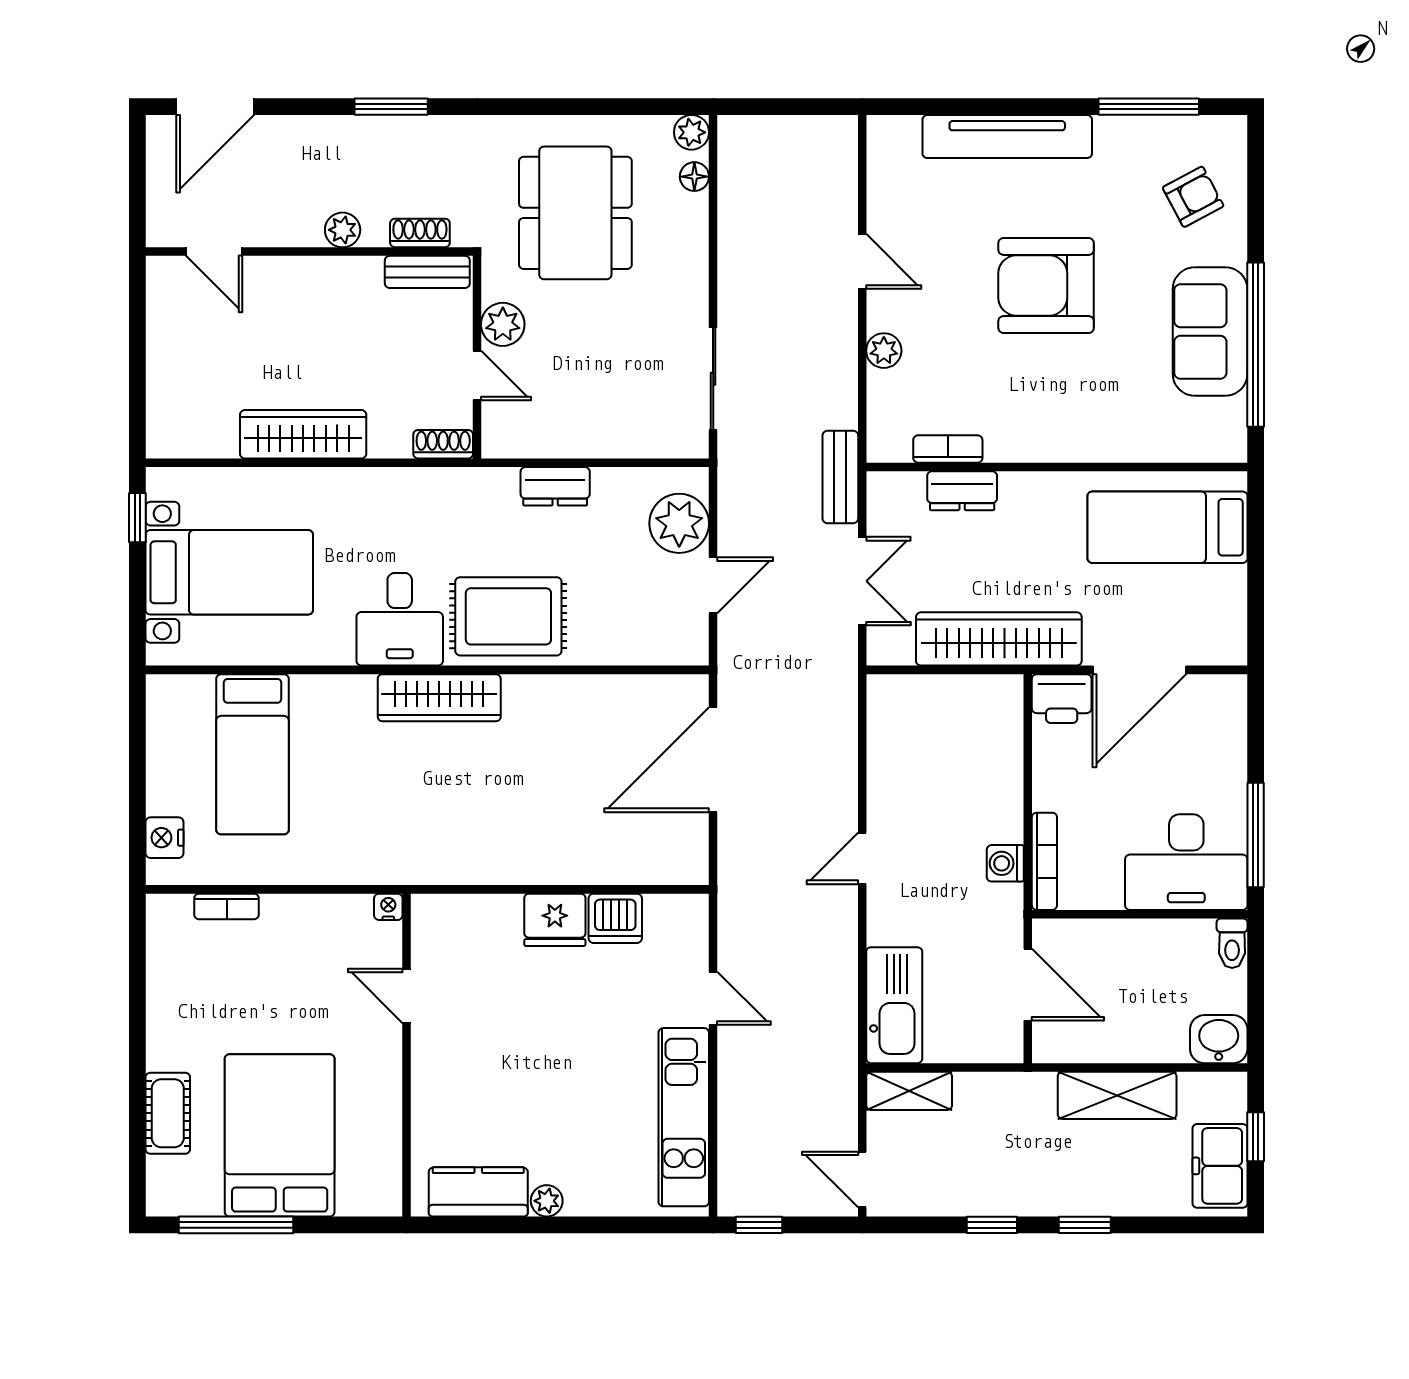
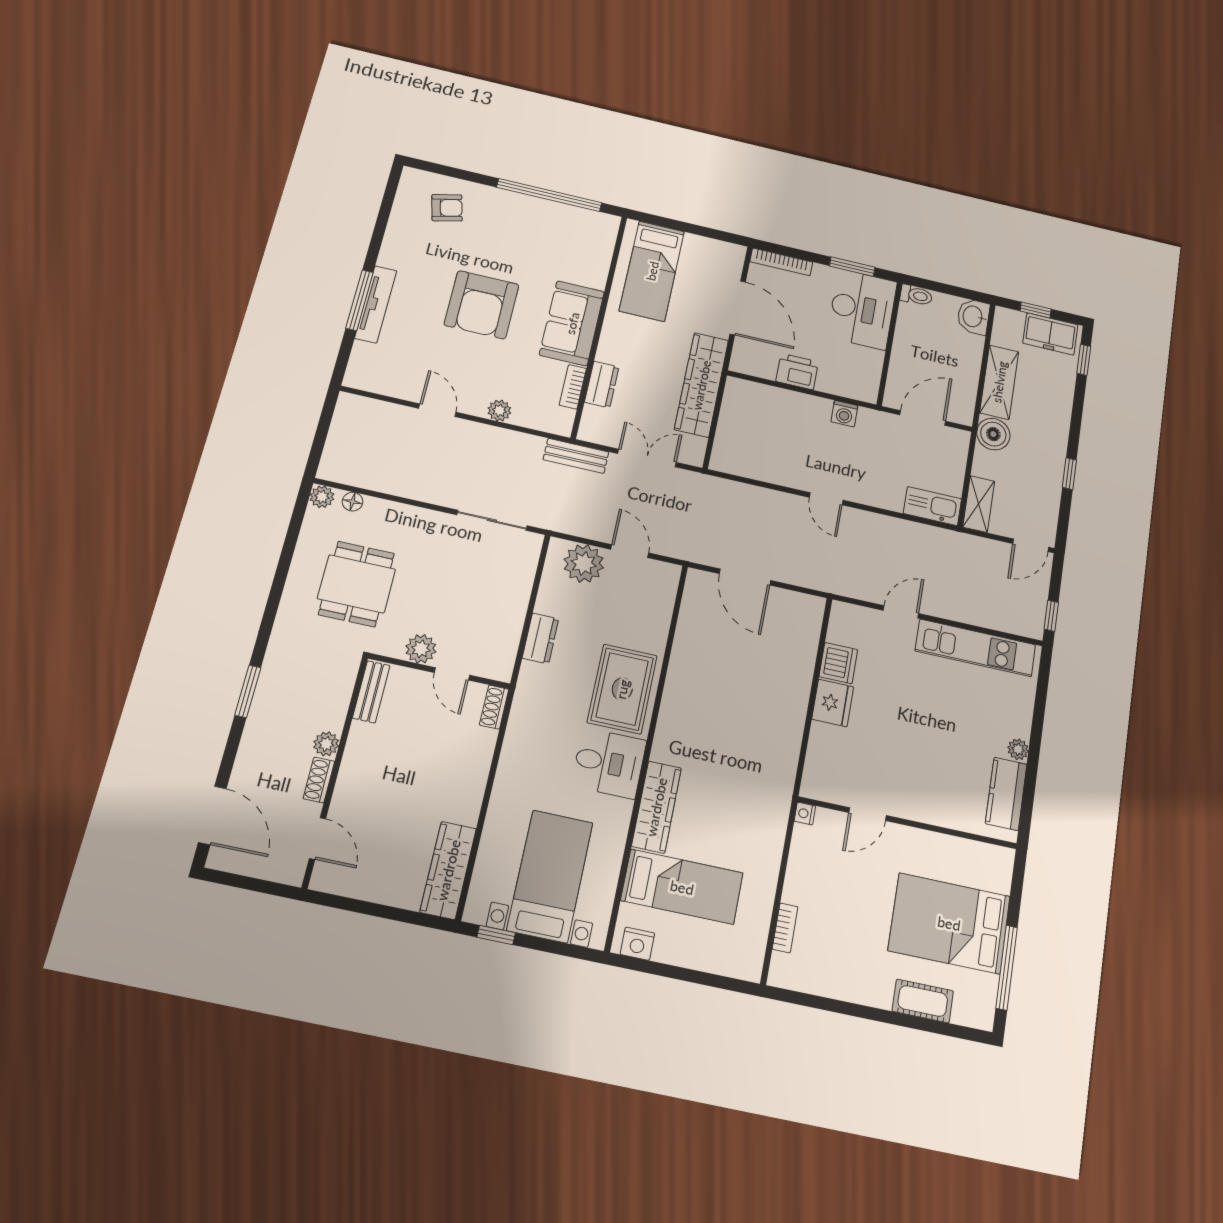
window: (1149, 107) -> (359, 300), moved
tv unit: (1007, 137) -> (376, 304), width x0.73, depth x0.78
armchair: (1193, 197) -> (447, 208), turned 104
dining table: (575, 213) -> (356, 584), width x0.73
shoe rack: (420, 233) -> (319, 780), moved
door: (214, 252) -> (317, 838), hinge flipped
door: (862, 261) -> (437, 410), hinge flipped
sofa: (1210, 332) -> (572, 323), moved, turned 90
door: (477, 376) -> (452, 674), swing flipped
wardrobe: (303, 434) -> (448, 870), moved
wardrobe: (439, 698) -> (656, 807), moved
printer: (1062, 699) -> (797, 372), moved, turned -90
door: (713, 760) -> (745, 577), width x0.73
window: (1256, 835) -> (852, 267), width x0.69
nightstand: (164, 838) -> (637, 944), moved
bookcase: (1044, 861) -> (781, 262), moved, turned 180
kitchen sink: (894, 1005) -> (932, 506), width x0.73, depth x0.81
boiler: (1028, 1098) -> (993, 434), added
window: (1085, 1225) -> (1084, 360), moved

